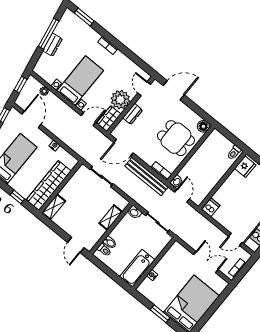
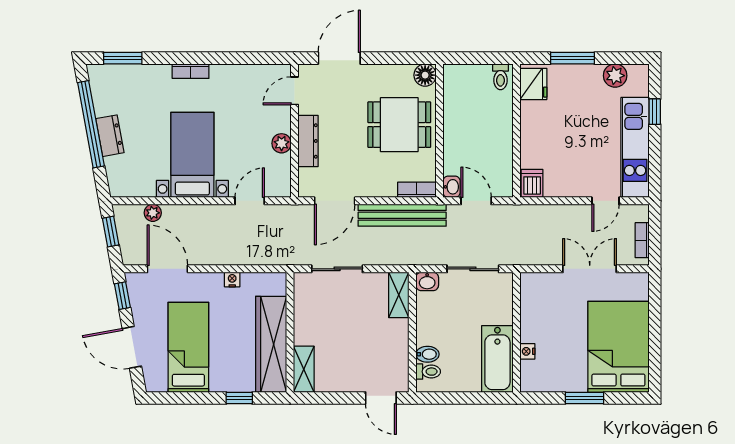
window: (49, 34) -> (91, 124), width x1.46
door: (144, 89) -> (295, 91), hinge flipped
plant: (120, 100) -> (282, 143), width x0.53, depth x0.53
dresser: (133, 114) -> (308, 141), width x1.44
wardrobe: (109, 119) -> (279, 176), removed
shelving: (111, 217) -> (399, 295), moved

